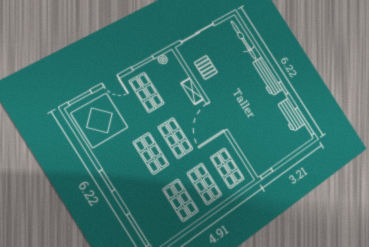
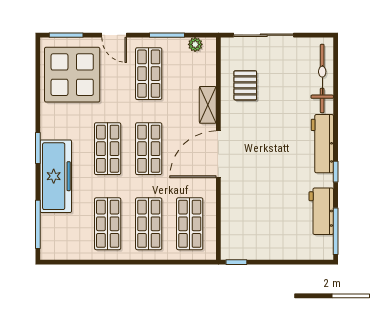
freezer: (130, 191) -> (56, 176), added

